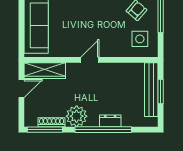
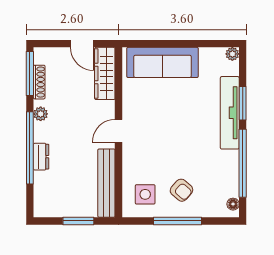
door: (90, 60) -> (119, 131), swing flipped
bench: (151, 90) -> (106, 183), moved, turned 90
plant: (77, 116) -> (41, 114), width x0.53, depth x0.53

